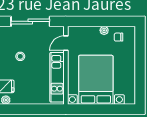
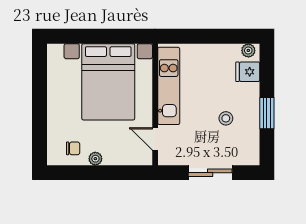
sliding door: (30, 21) -> (210, 173), width x0.73
door: (66, 43) -> (155, 139), swing flipped

